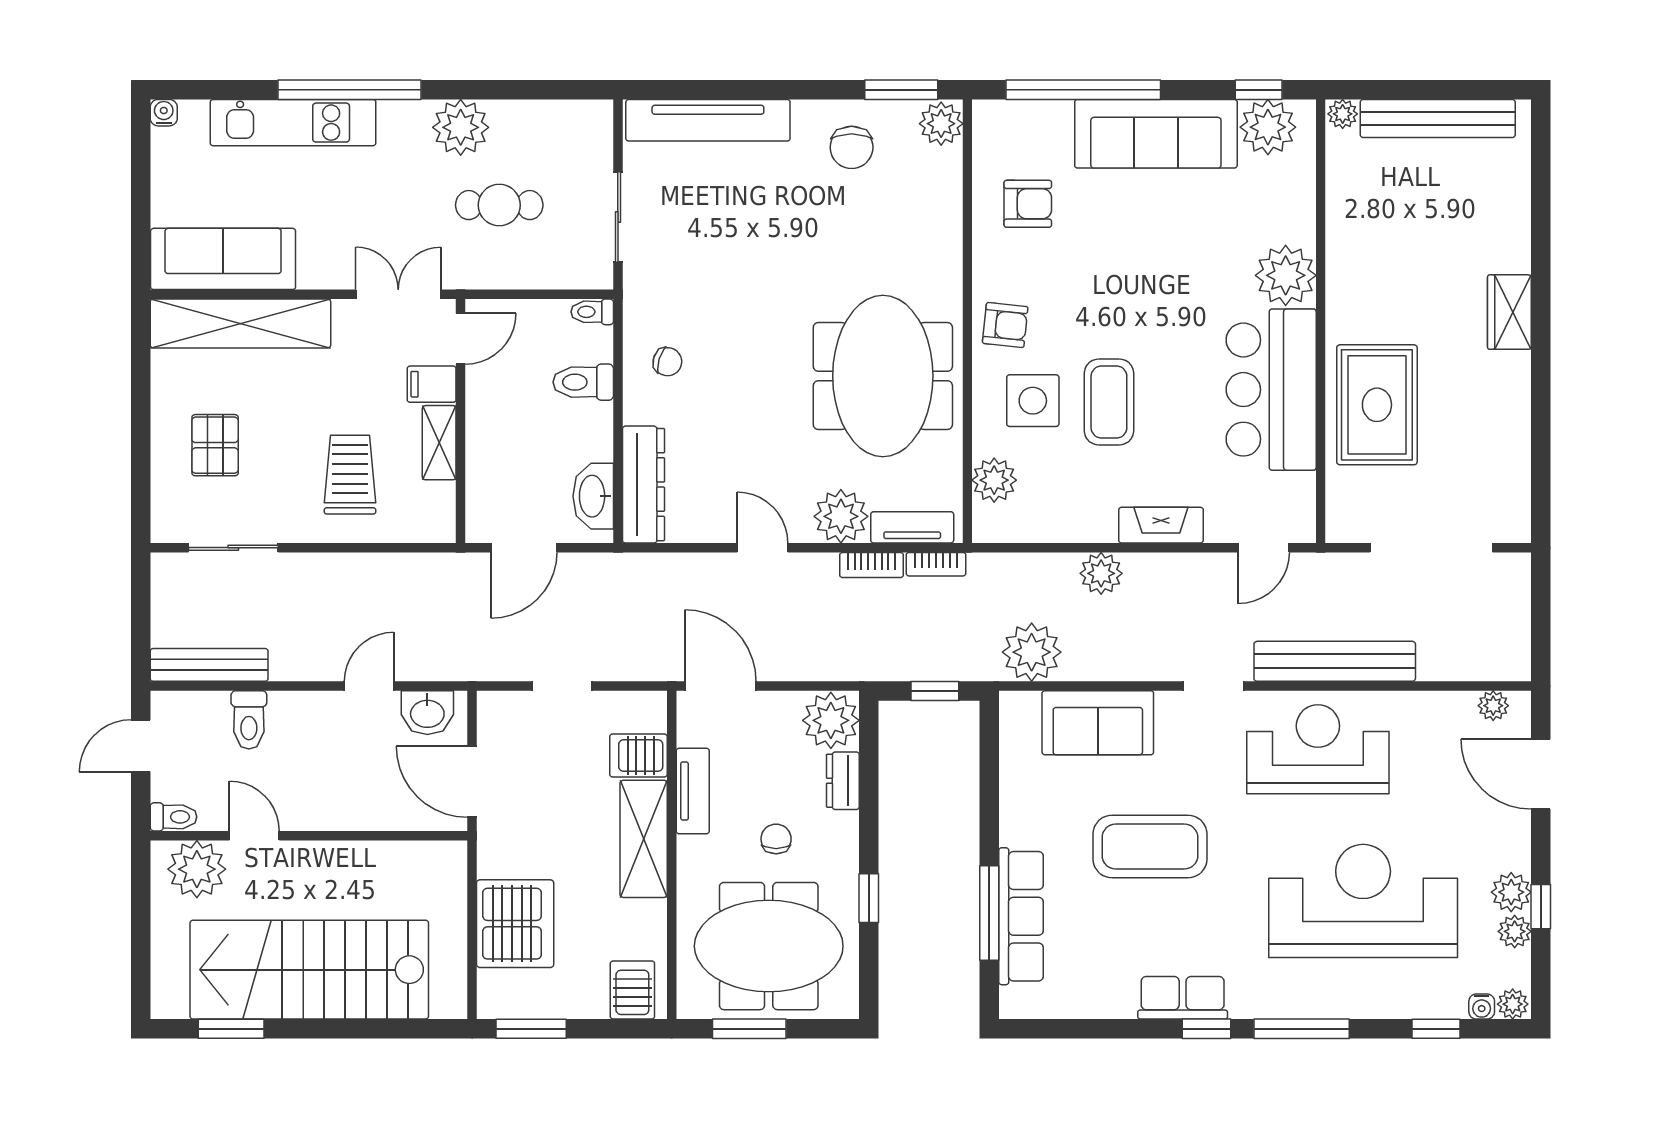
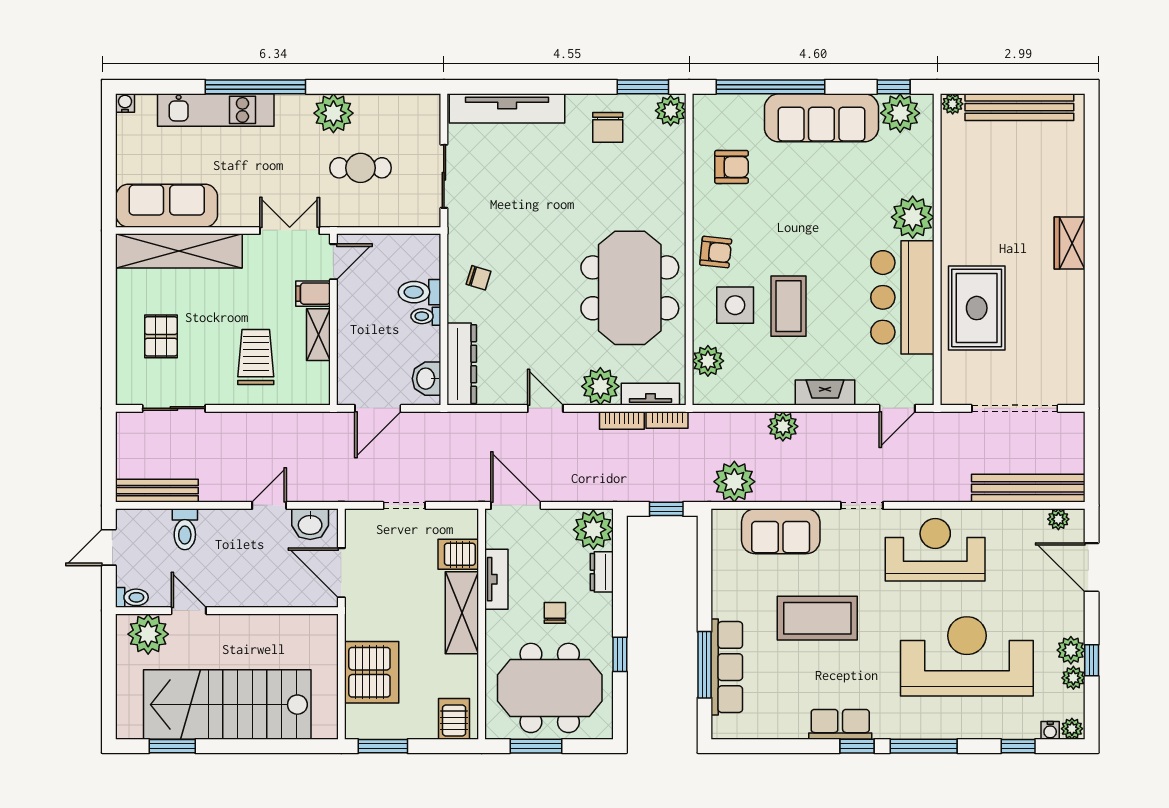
toilet: (592, 312) -> (426, 316), moved
washbasin: (593, 496) -> (427, 379), width x0.72
bench: (1335, 661) -> (1028, 488), moved

